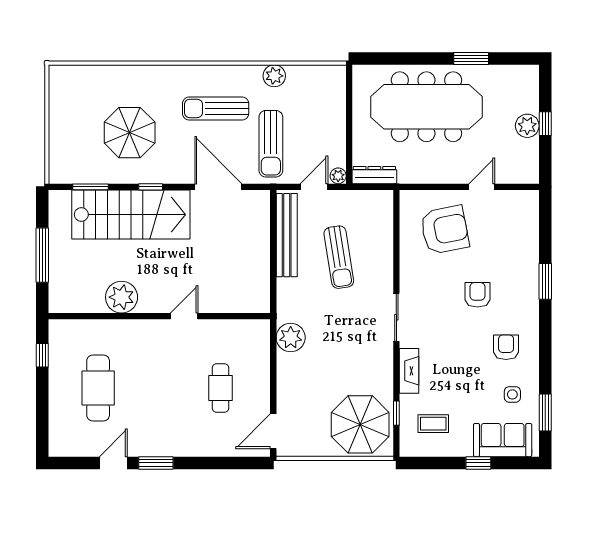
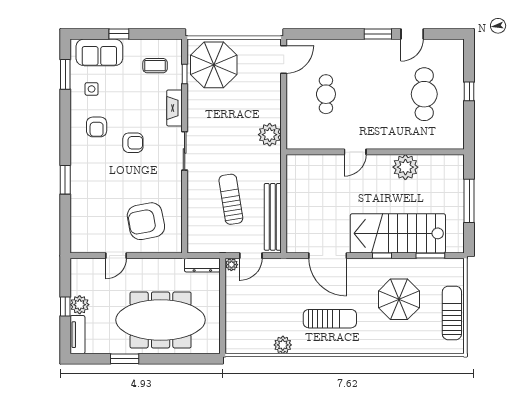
tv unit: (530, 89) -> (77, 335), added
sun lounger: (271, 144) -> (452, 313), moved
armchair: (477, 295) -> (133, 143), moved, turned -90
window: (42, 355) -> (469, 91), moved

